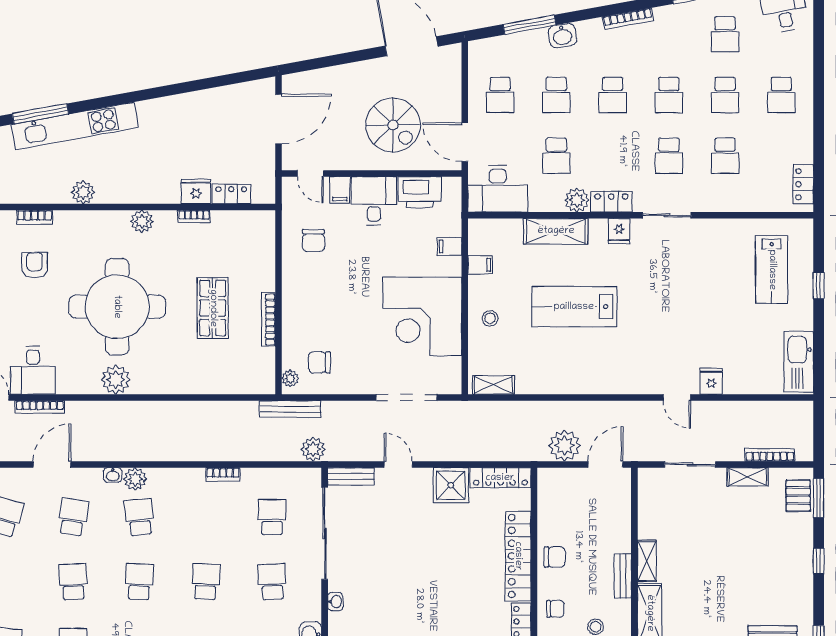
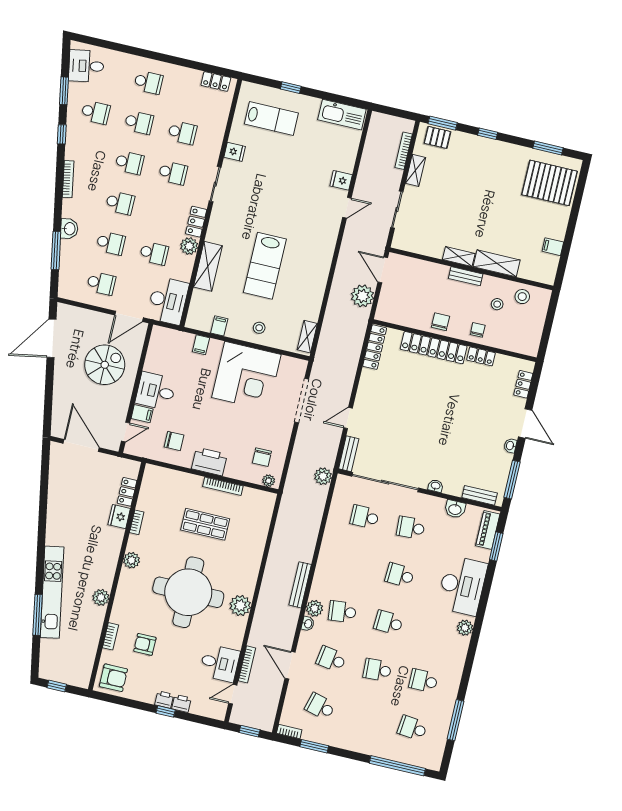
printer: (420, 192) -> (209, 462), moved, turned -90
fridge: (619, 231) -> (235, 152), moved
bench: (290, 409) -> (300, 585), moved
bookcase: (223, 474) -> (326, 545), removed
shower: (451, 485) -> (372, 384), removed

